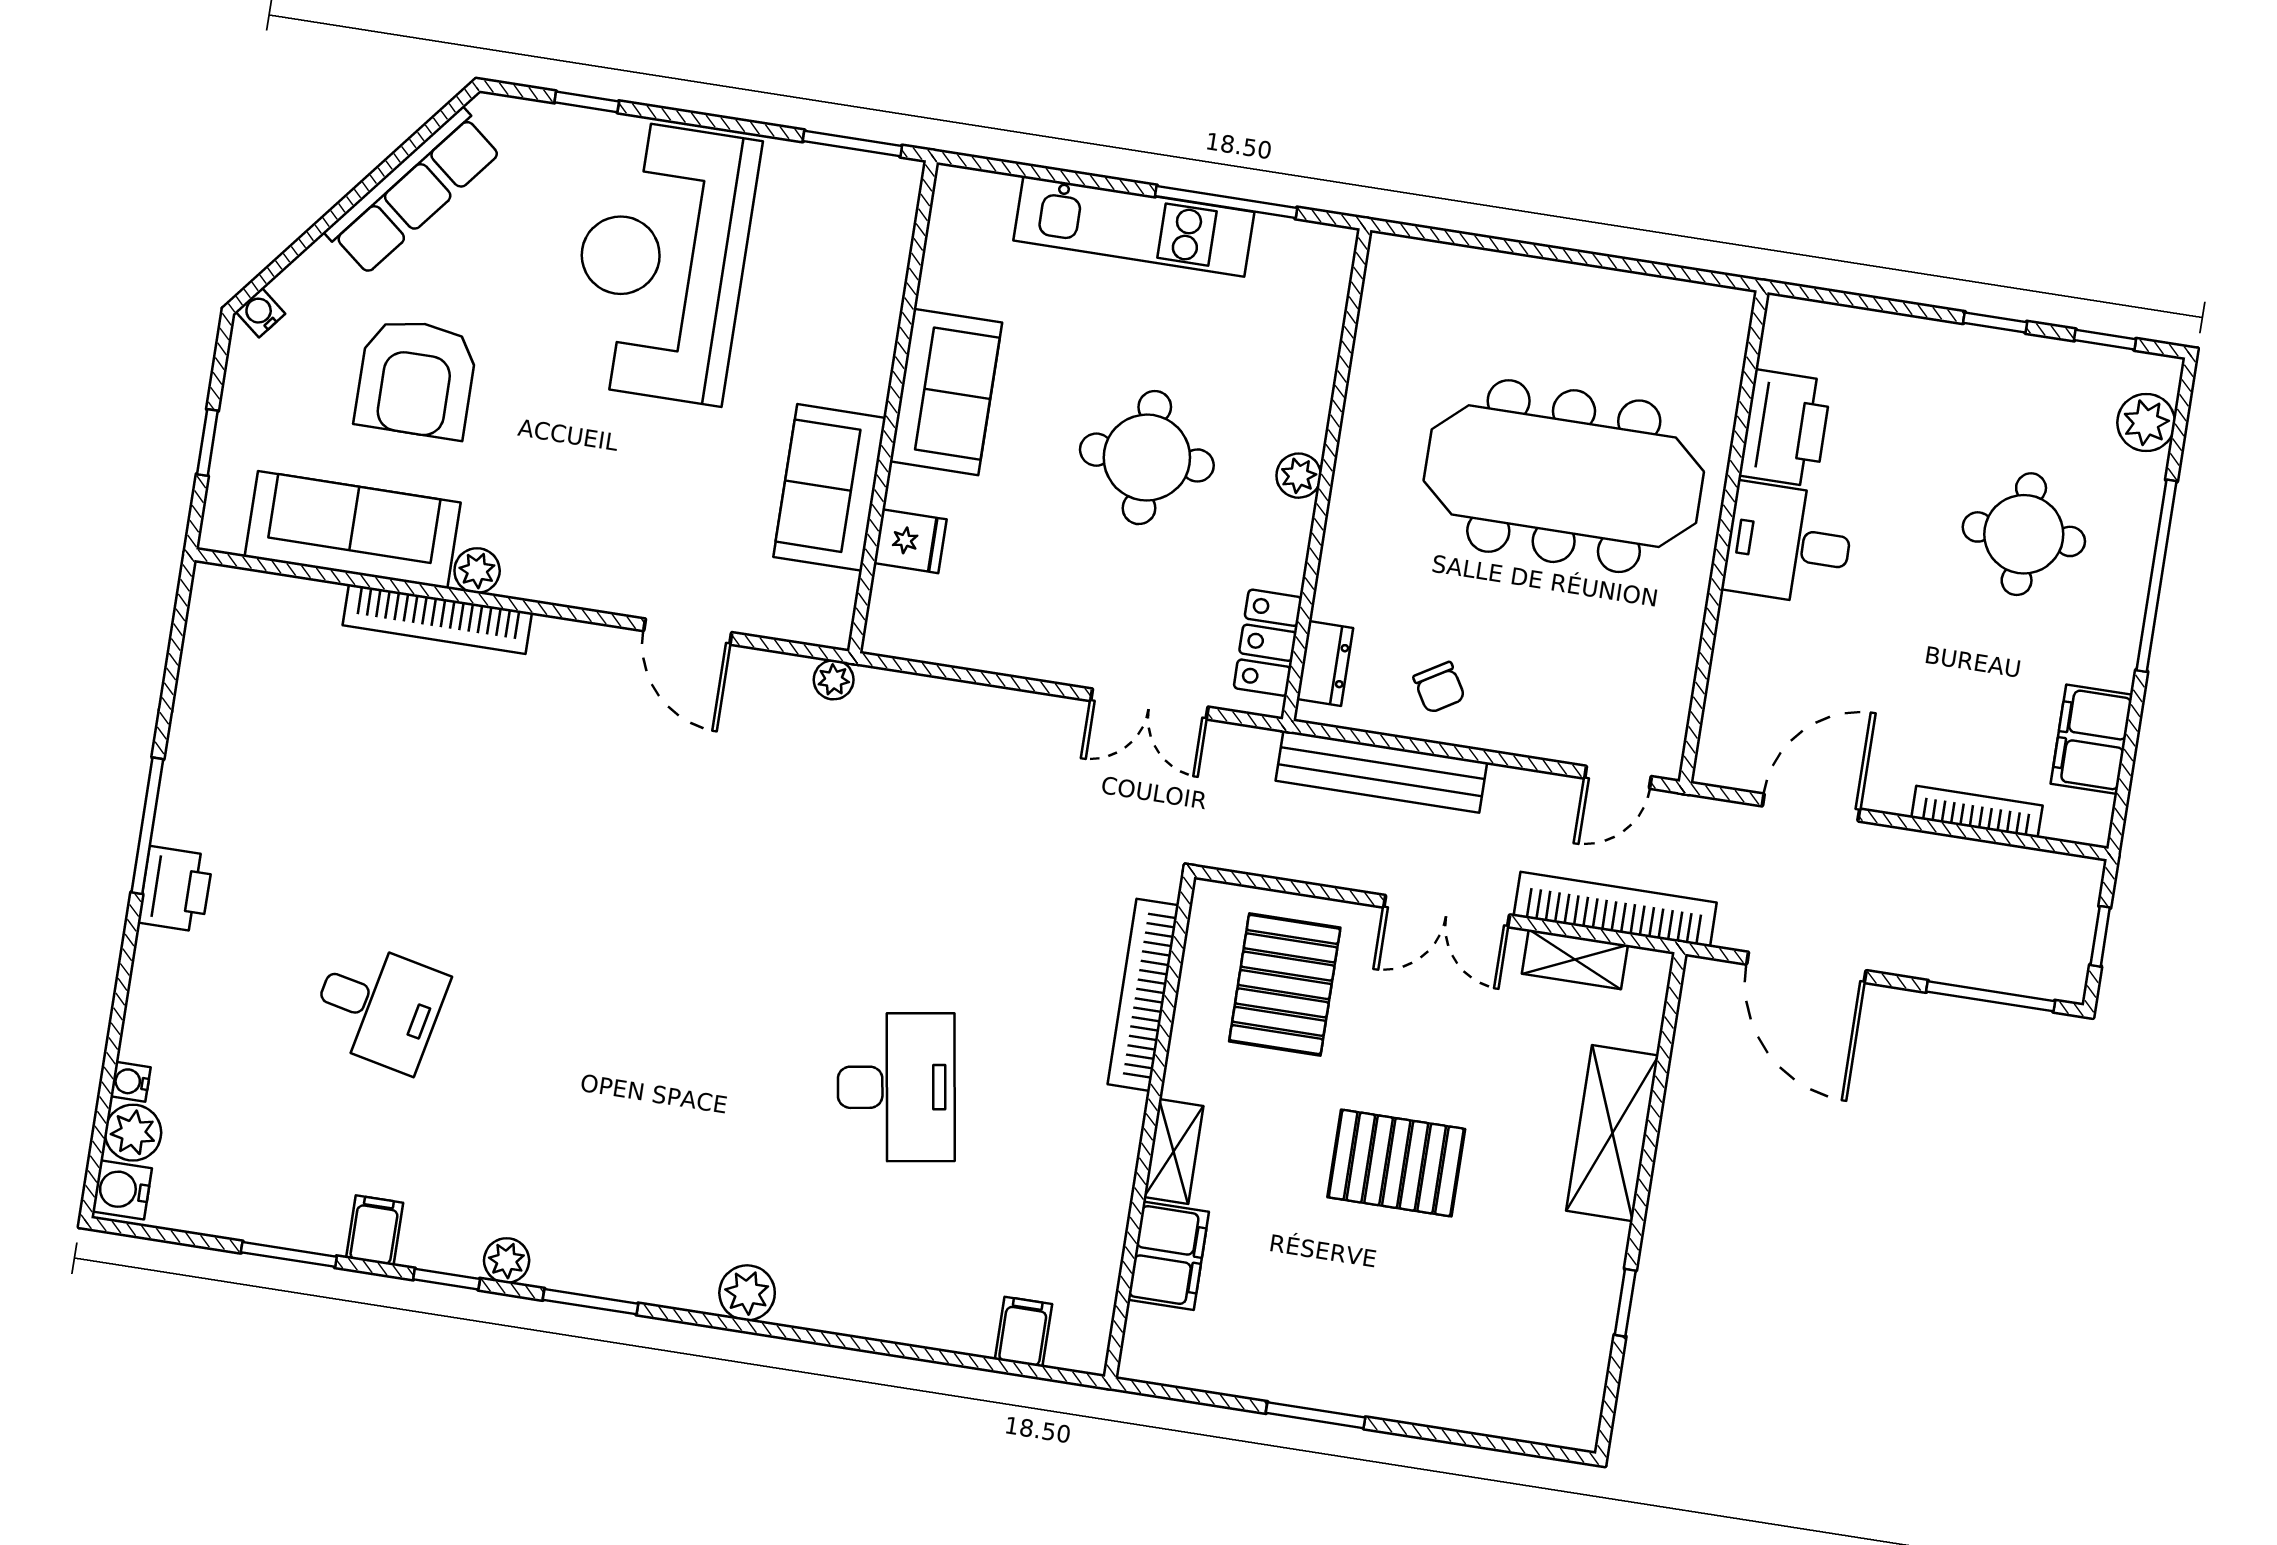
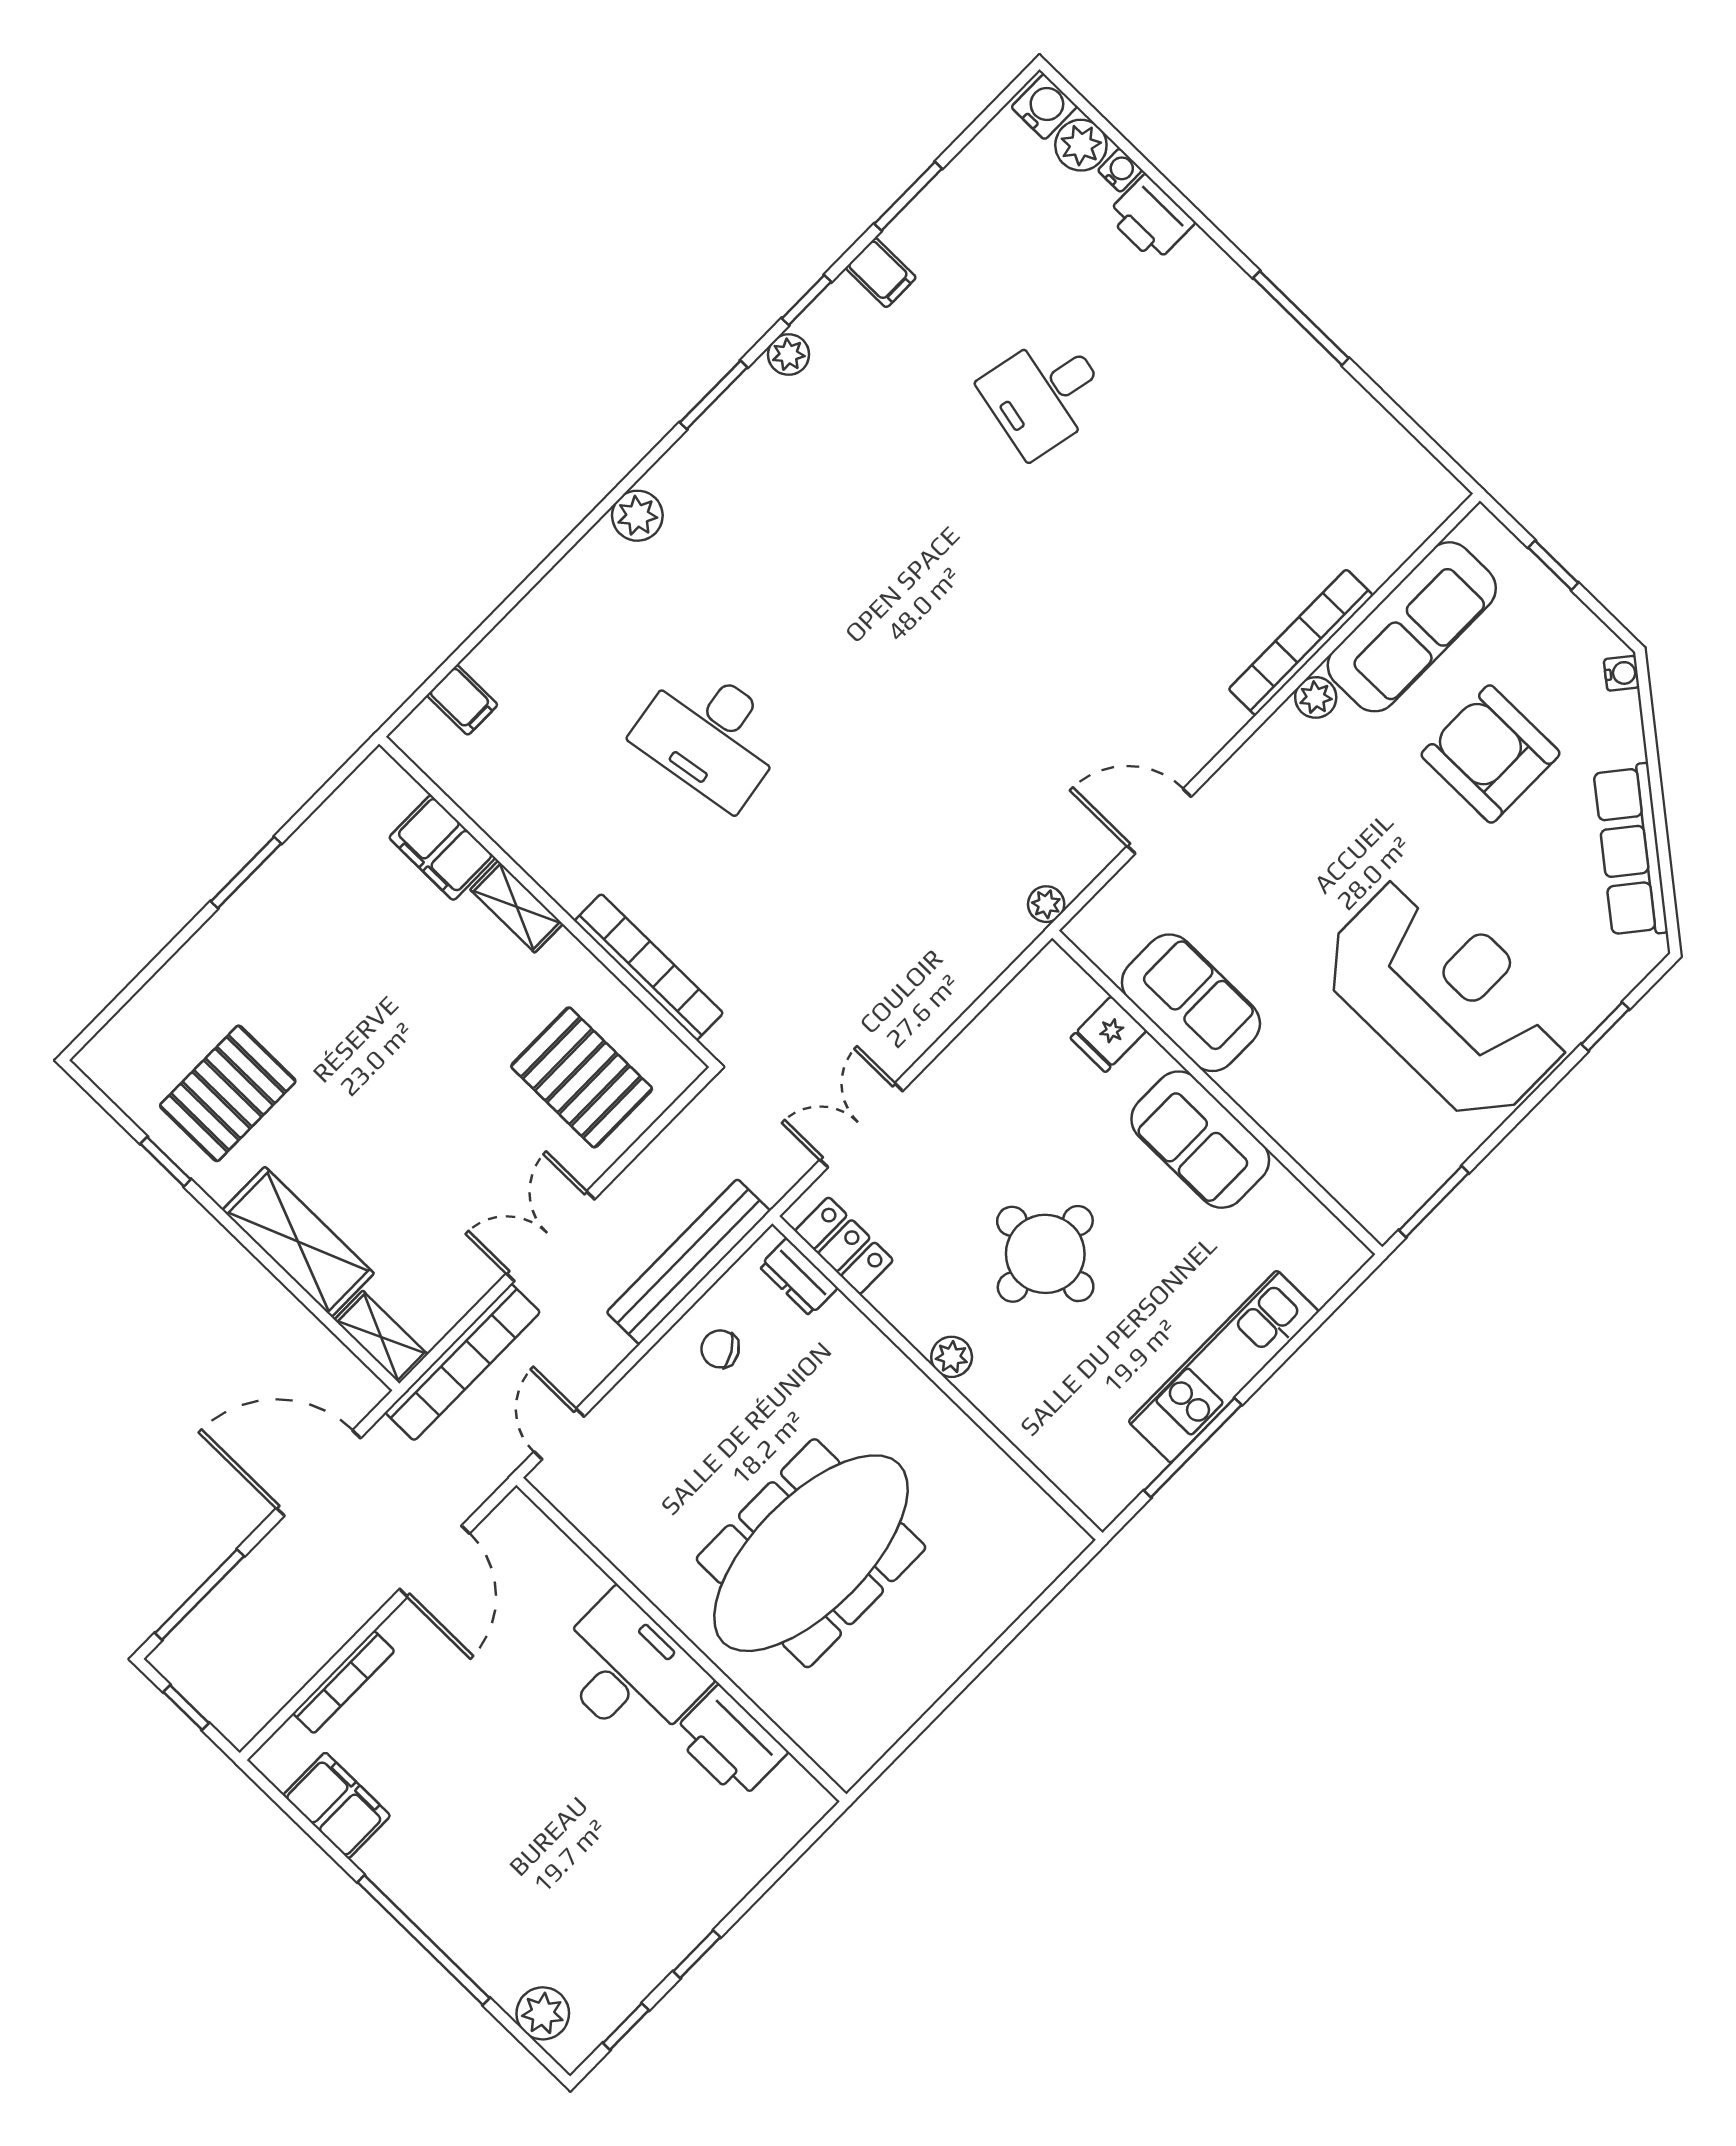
round table: (2024, 534) -> (525, 1864), removed
desk: (1789, 544) -> (628, 1671), width x1.37
printer: (175, 889) -> (1150, 219), moved
shelving: (1575, 959) -> (381, 1337), moved, turned 90
pallet: (1396, 1163) -> (228, 1093), moved

